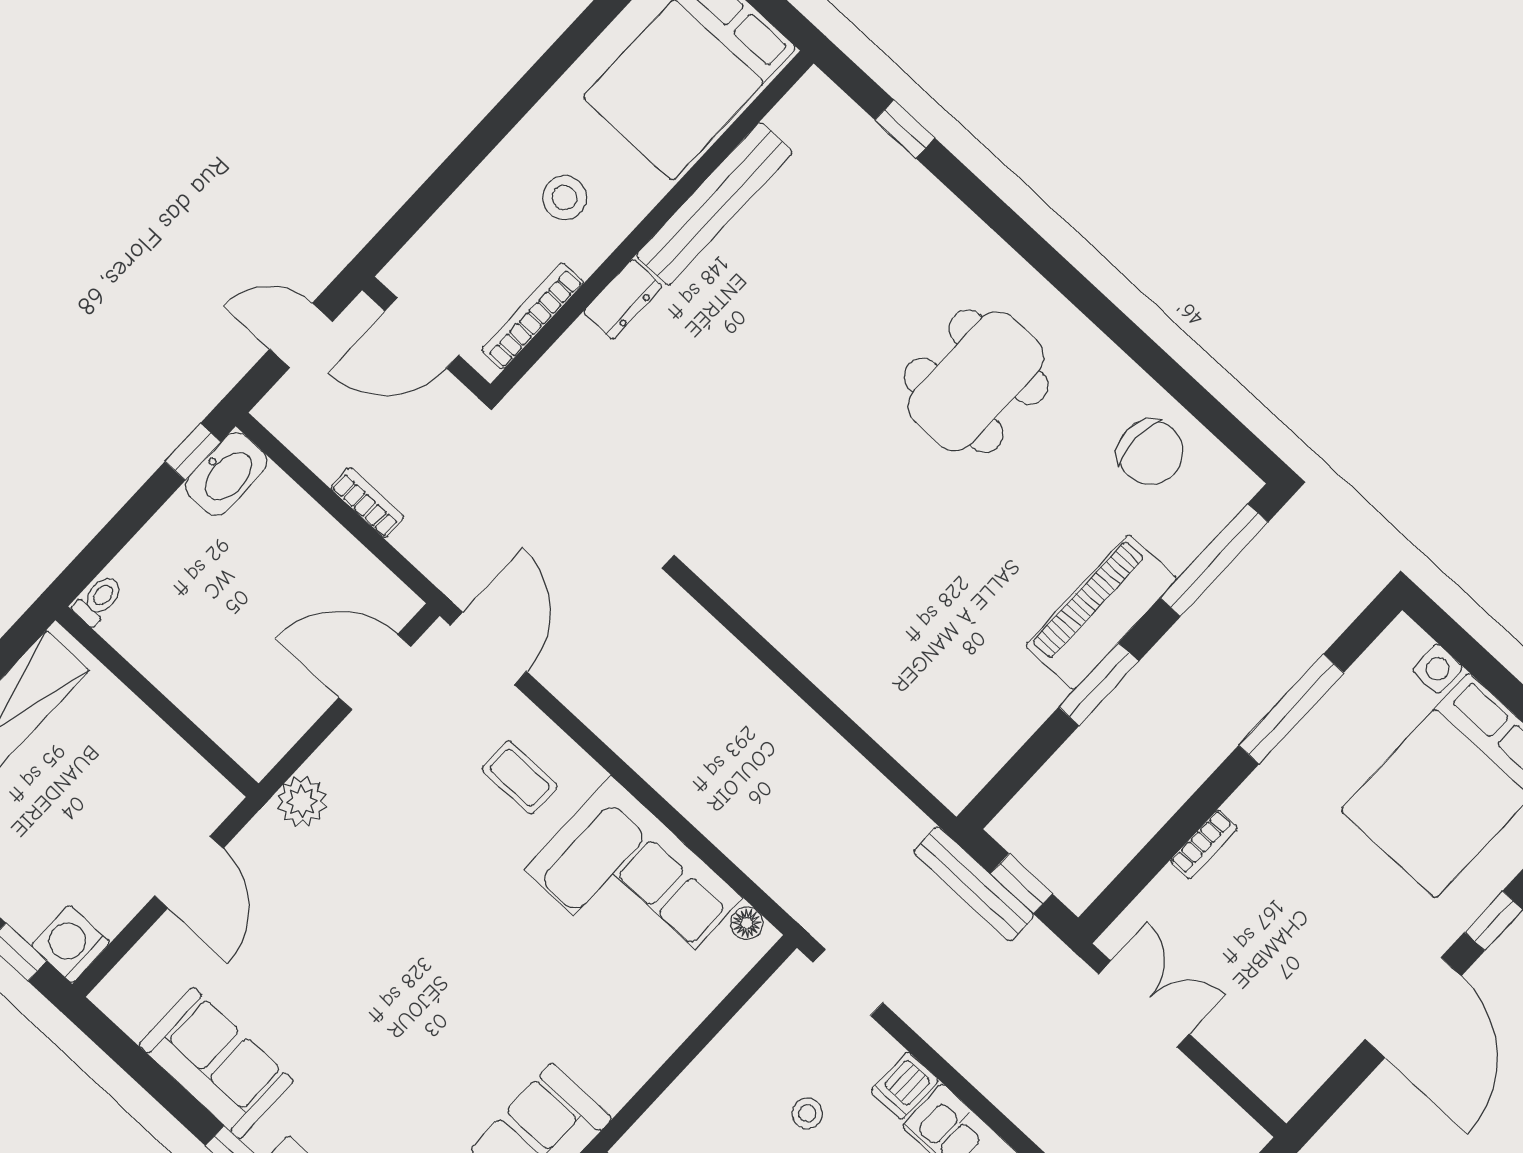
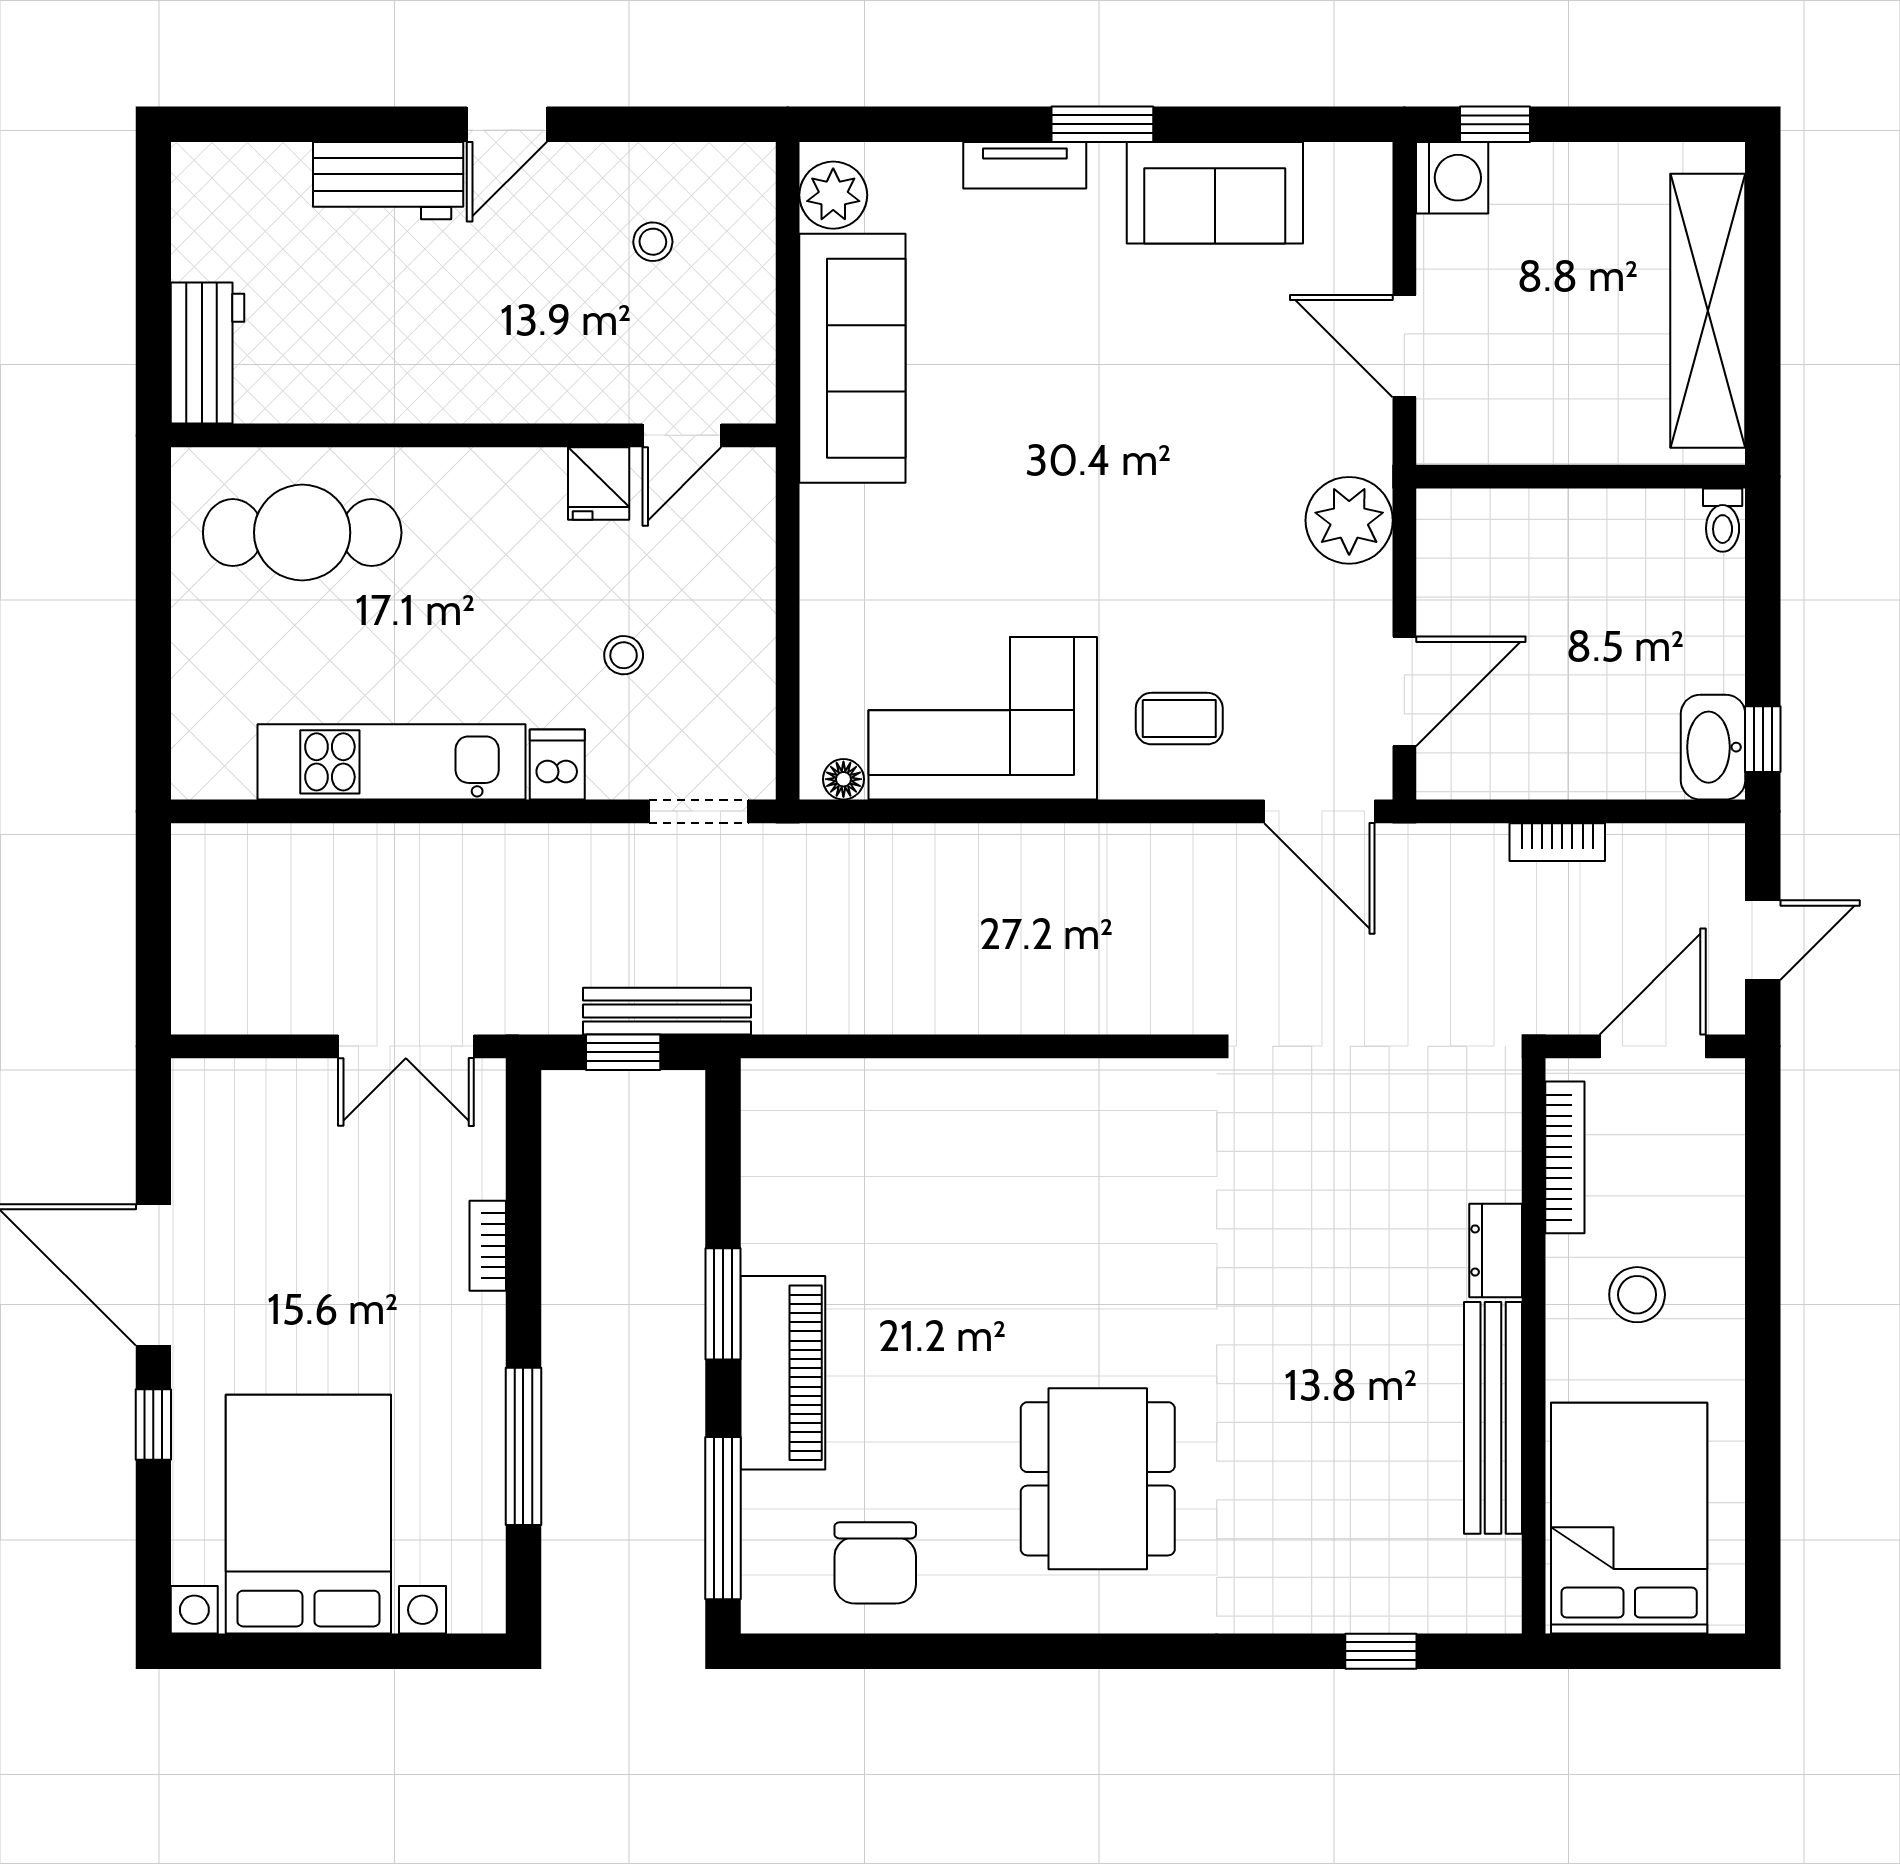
chair: (1150, 452) -> (875, 1563), turned -90
plant: (302, 801) -> (1349, 520), width x1.36, depth x1.36

